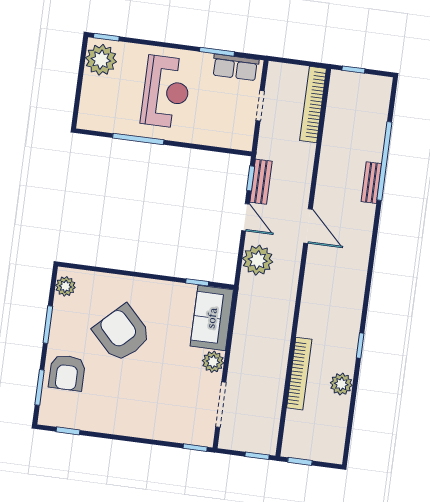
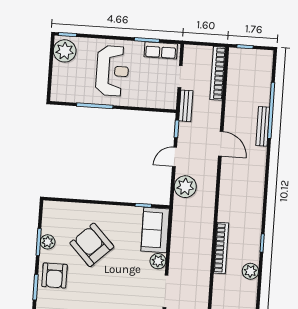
bench: (261, 182) -> (186, 106), moved
bench: (371, 183) -> (263, 126), width x1.36
door: (245, 217) -> (175, 157), swing flipped
door: (308, 226) -> (221, 144), moved
plant: (65, 286) -> (48, 242), moved
bookcase: (299, 374) -> (221, 248), moved

